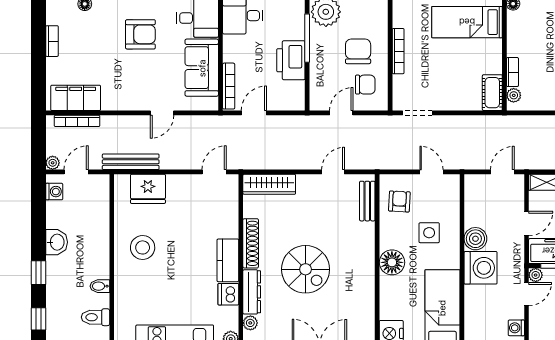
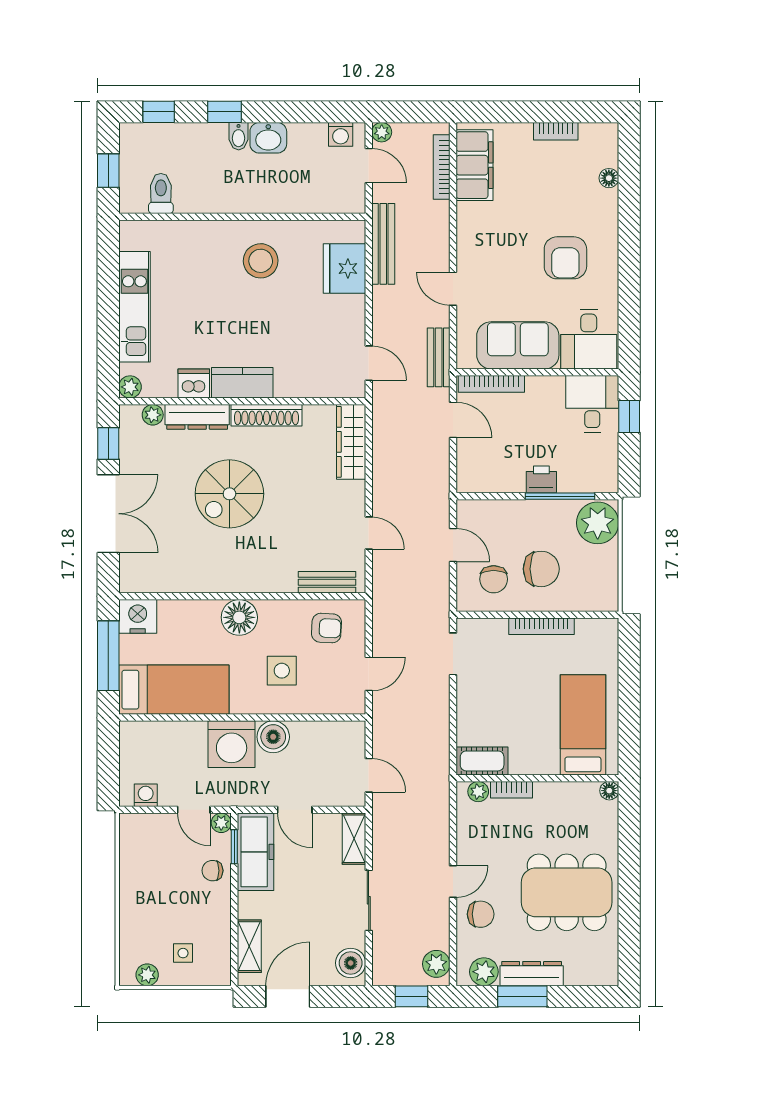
printer: (291, 60) -> (541, 479), width x0.53, depth x0.68
bench: (210, 123) -> (439, 357), added
bidet: (100, 286) -> (239, 136), moved, turned 180

